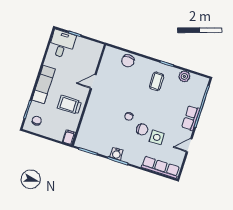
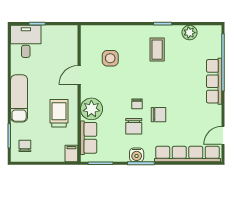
chair: (128, 61) -> (134, 126), moved
trolley: (69, 105) -> (59, 113), turned 90
plant: (94, 109) -> (91, 109), added
row of seats: (191, 118) -> (214, 81), width x1.48
row of seats: (85, 130) -> (89, 138), added
side table: (157, 137) -> (110, 58), moved
door: (189, 145) -> (223, 135), moved
row of seats: (161, 167) -> (187, 154), width x1.36

